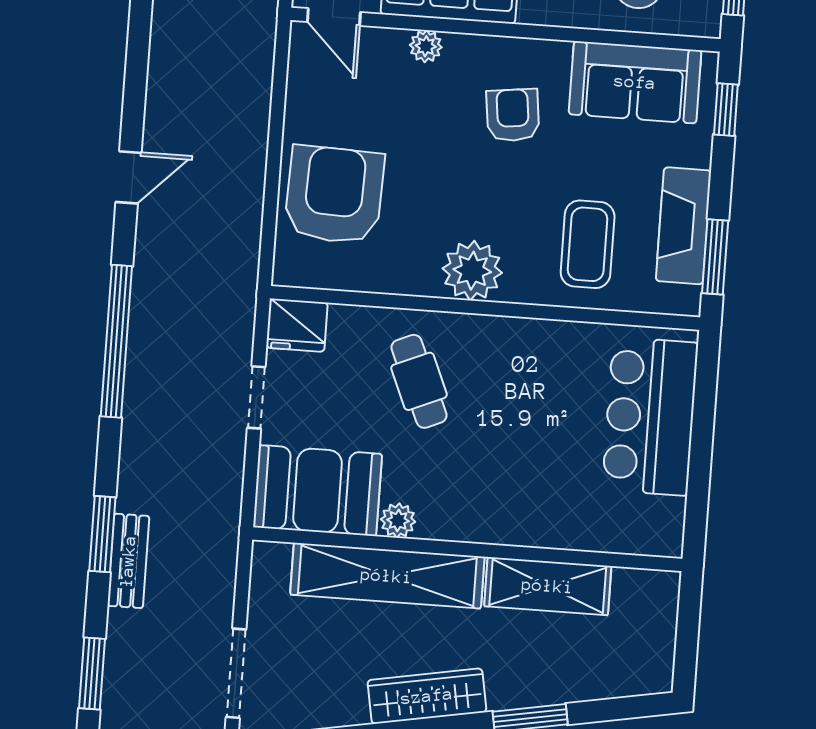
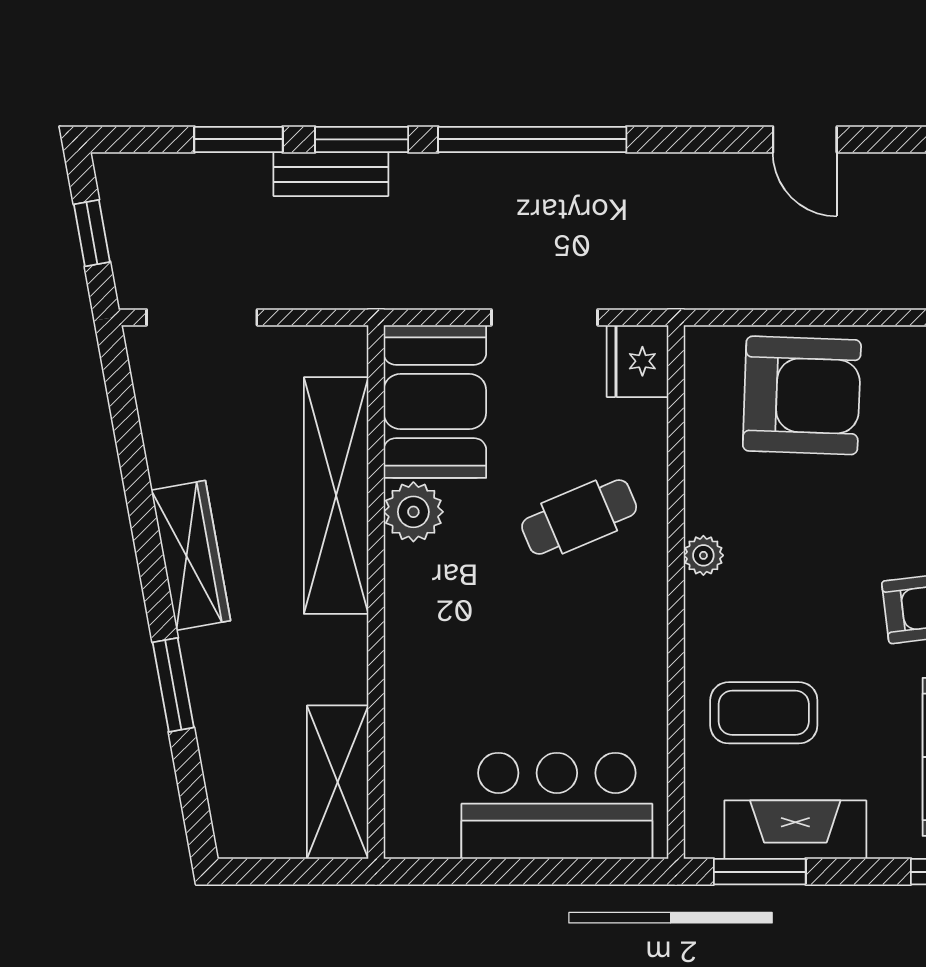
plant: (472, 271) -> (703, 555), width x0.53, depth x0.53
window: (116, 341) -> (532, 139), moved
doorway: (256, 397) -> (545, 317), width x1.38
plant: (398, 520) -> (413, 512), width x1.38, depth x1.38
shelving: (548, 586) -> (338, 782), moved
window: (92, 674) -> (238, 139), moved

